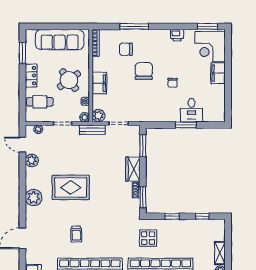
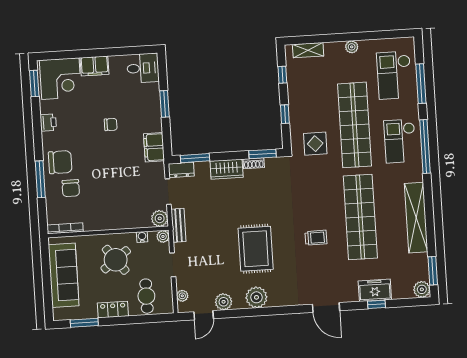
chair: (144, 71) -> (60, 162), moved, turned 180
filing cabinet: (99, 83) -> (154, 147), moved, turned -90
desk: (192, 110) -> (143, 68), moved
dresser: (134, 134) -> (181, 170), added
plant: (34, 198) -> (256, 297), moved
shelving: (220, 253) -> (308, 50), moved

